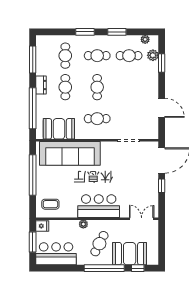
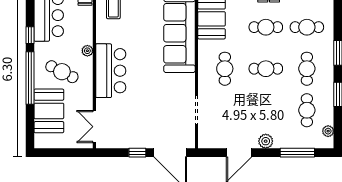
plant: (153, 55) -> (266, 141), moved
window: (162, 63) -> (297, 153), width x1.44
double door: (142, 219) -> (94, 127), swing flipped
window: (138, 268) -> (30, 35), moved

